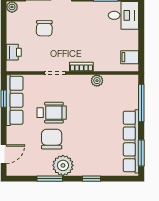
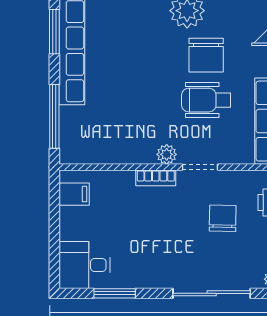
chair: (44, 28) -> (223, 218), moved
plant: (97, 81) -> (167, 154), moved

